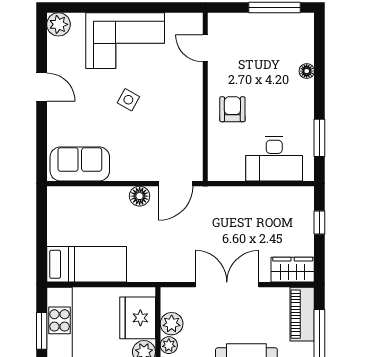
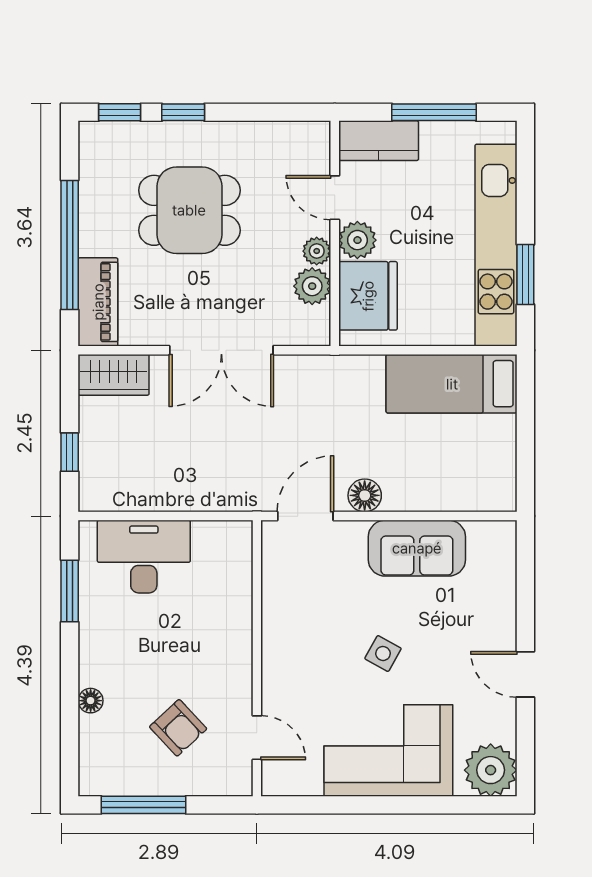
plant: (59, 24) -> (491, 770), width x1.36, depth x1.36
armchair: (232, 109) -> (178, 728), moved, turned -43
sofa: (80, 164) -> (417, 548), moved

